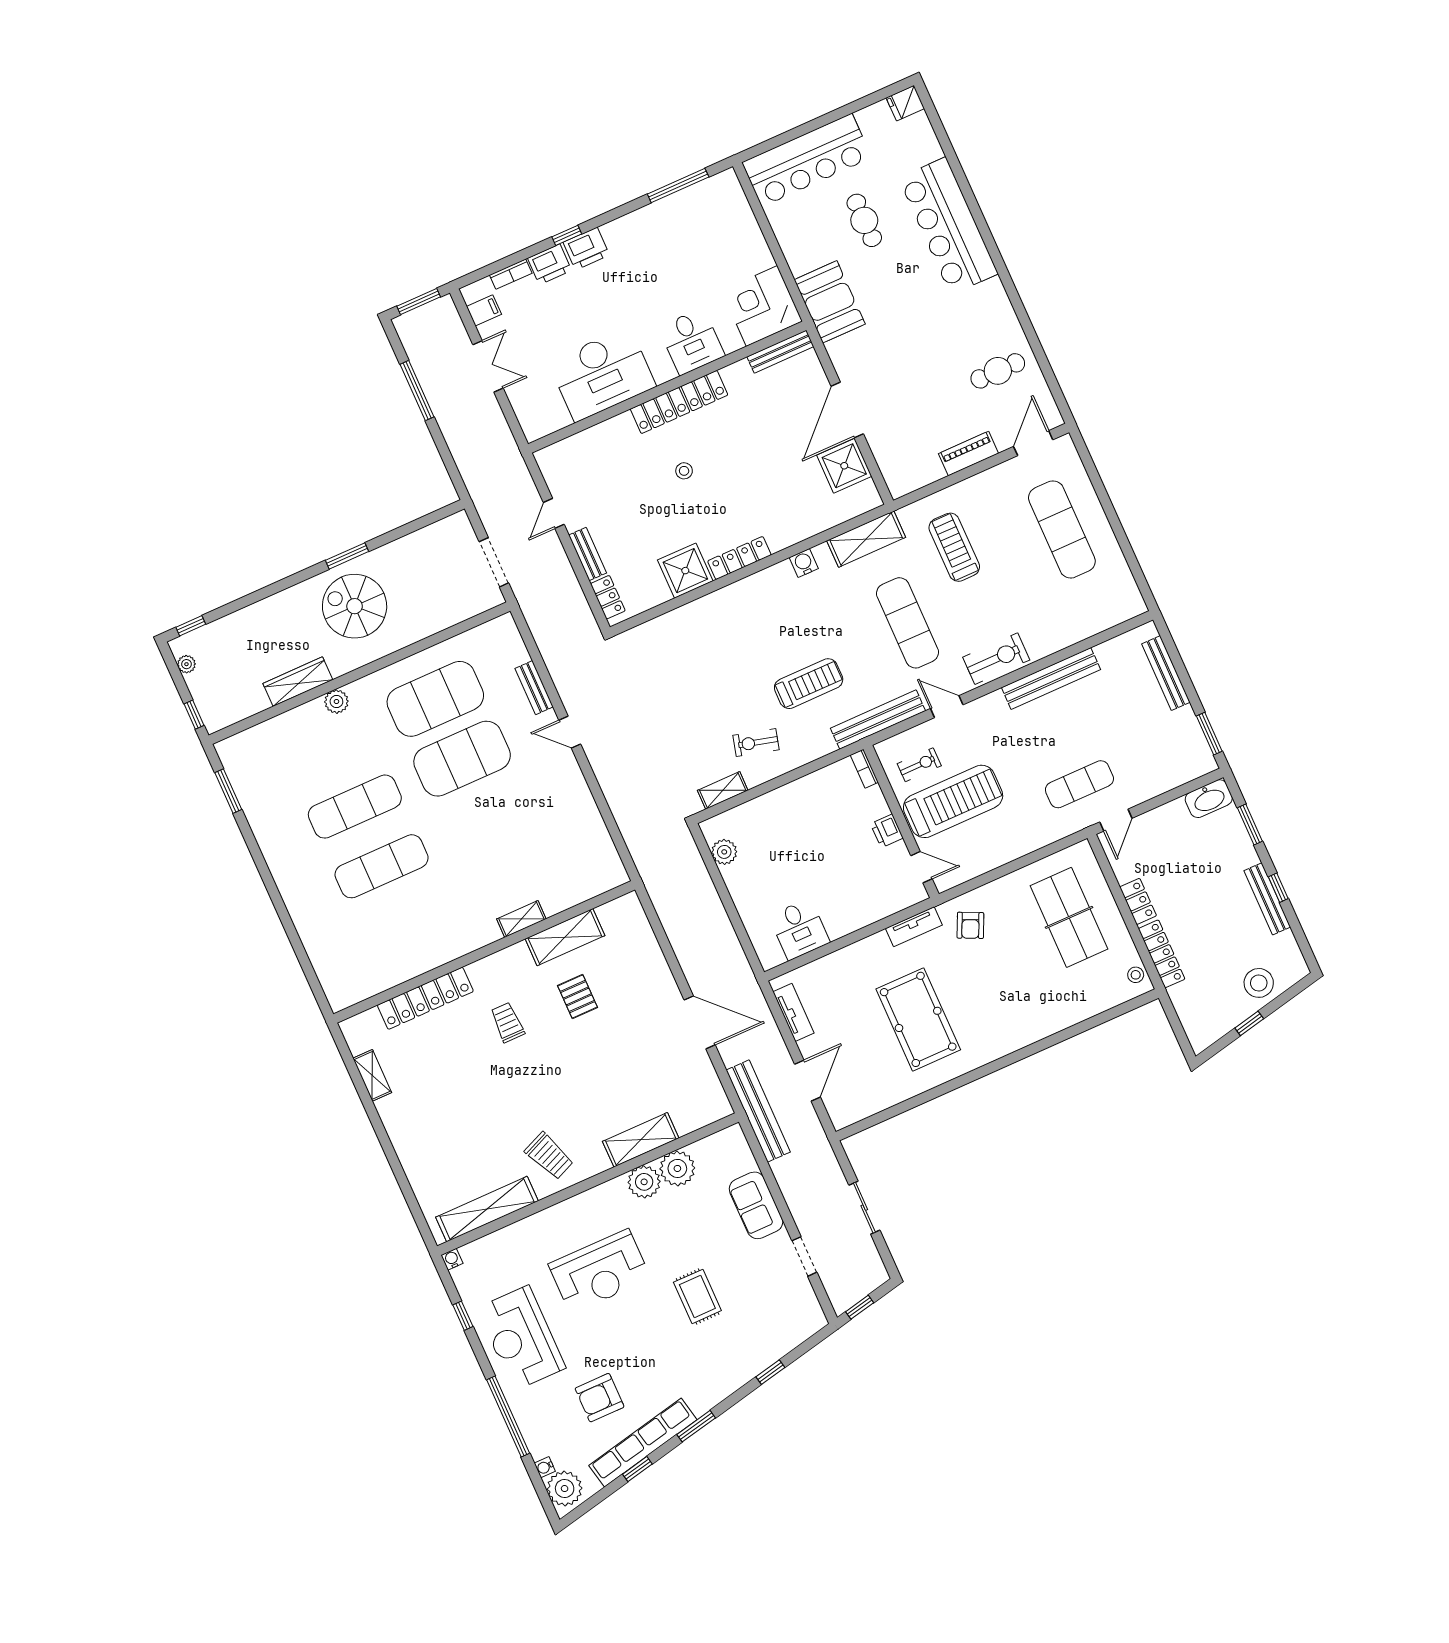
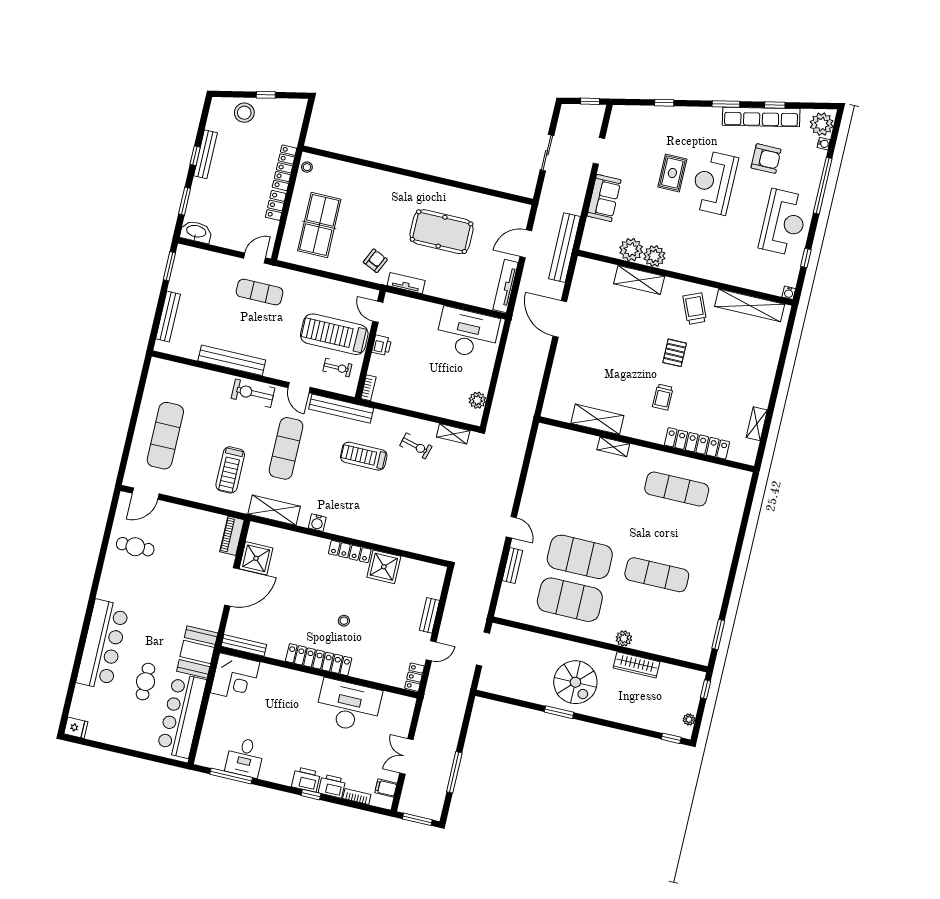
bar counter: (807, 160) -> (182, 716), moved, turned -90
desk: (692, 341) -> (245, 757), moved, turned 180
piano: (968, 454) -> (232, 536), moved, turned 90
locker: (608, 597) -> (414, 677), moved
exercise bike: (919, 765) -> (337, 368), turned 180
exercise mat: (382, 866) -> (677, 489), moved
desk: (799, 929) -> (467, 333), width x1.87, depth x1.30
pallet: (578, 997) -> (675, 353), moved
tv unit: (794, 1012) -> (505, 286), width x1.41
pool table: (918, 1019) -> (442, 232), turned 90
reception desk: (599, 1271) -> (714, 183), moved, turned -90

